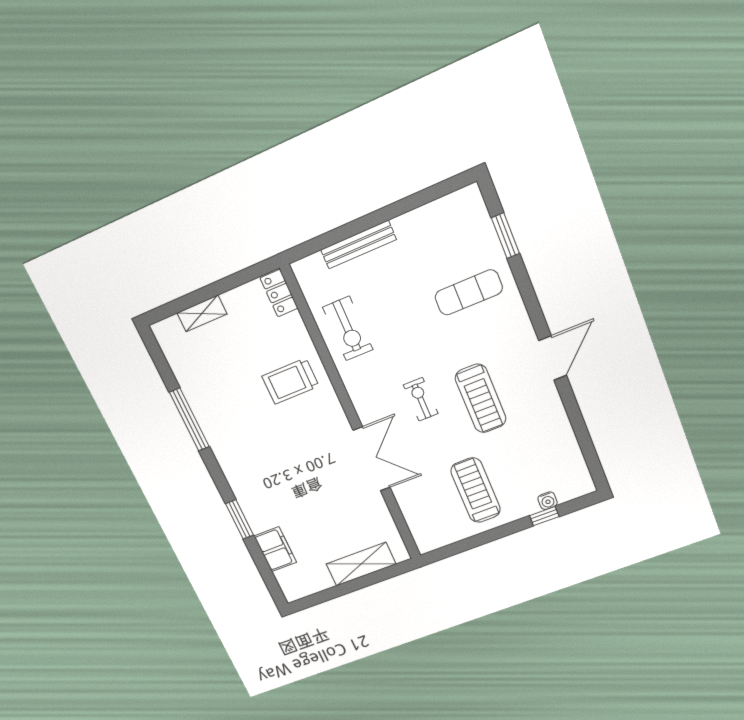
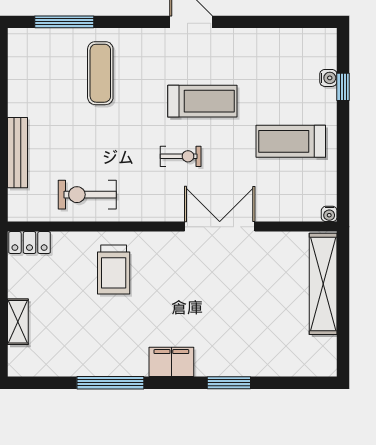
window: (505, 236) -> (64, 22), width x1.44
exercise bike: (348, 329) -> (87, 195), turned 180
exercise bike: (421, 399) -> (181, 156), turned 180
water cooler: (424, 547) -> (329, 214), added
filing cabinet: (275, 549) -> (171, 362), moved
shelving: (361, 564) -> (323, 284), width x1.47

